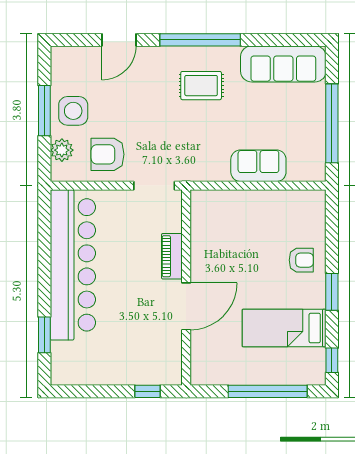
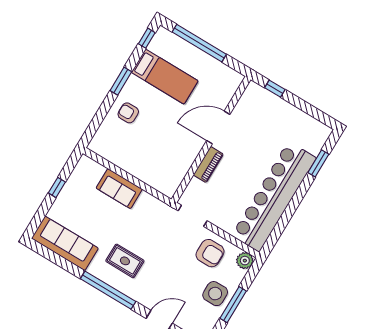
window: (332, 123) -> (57, 187), width x0.32
plant: (62, 150) -> (245, 261), moved

